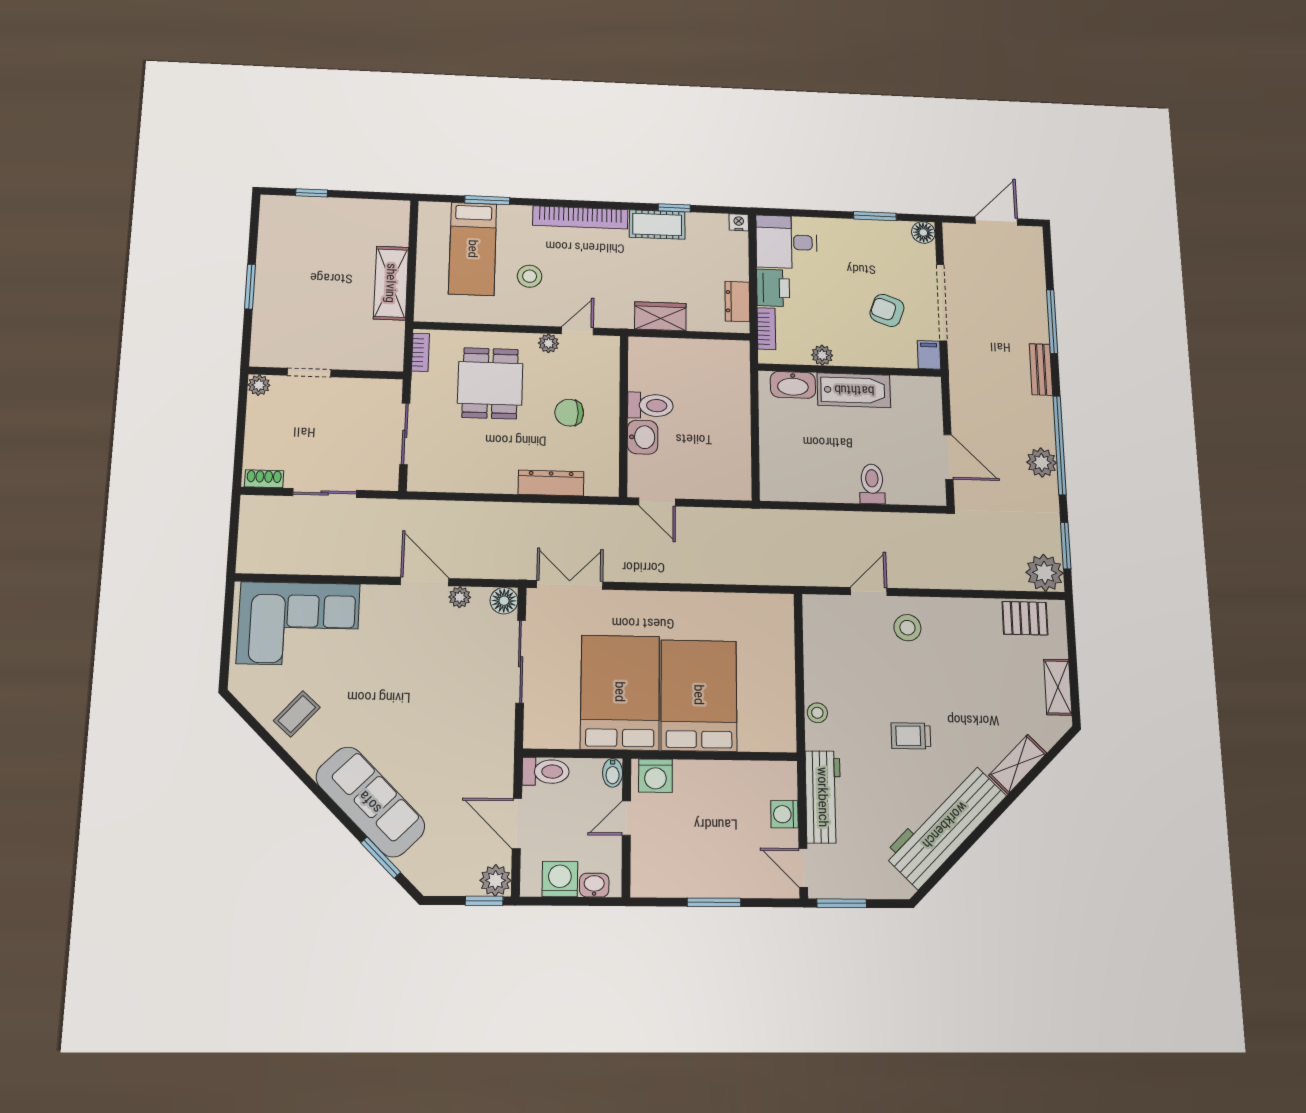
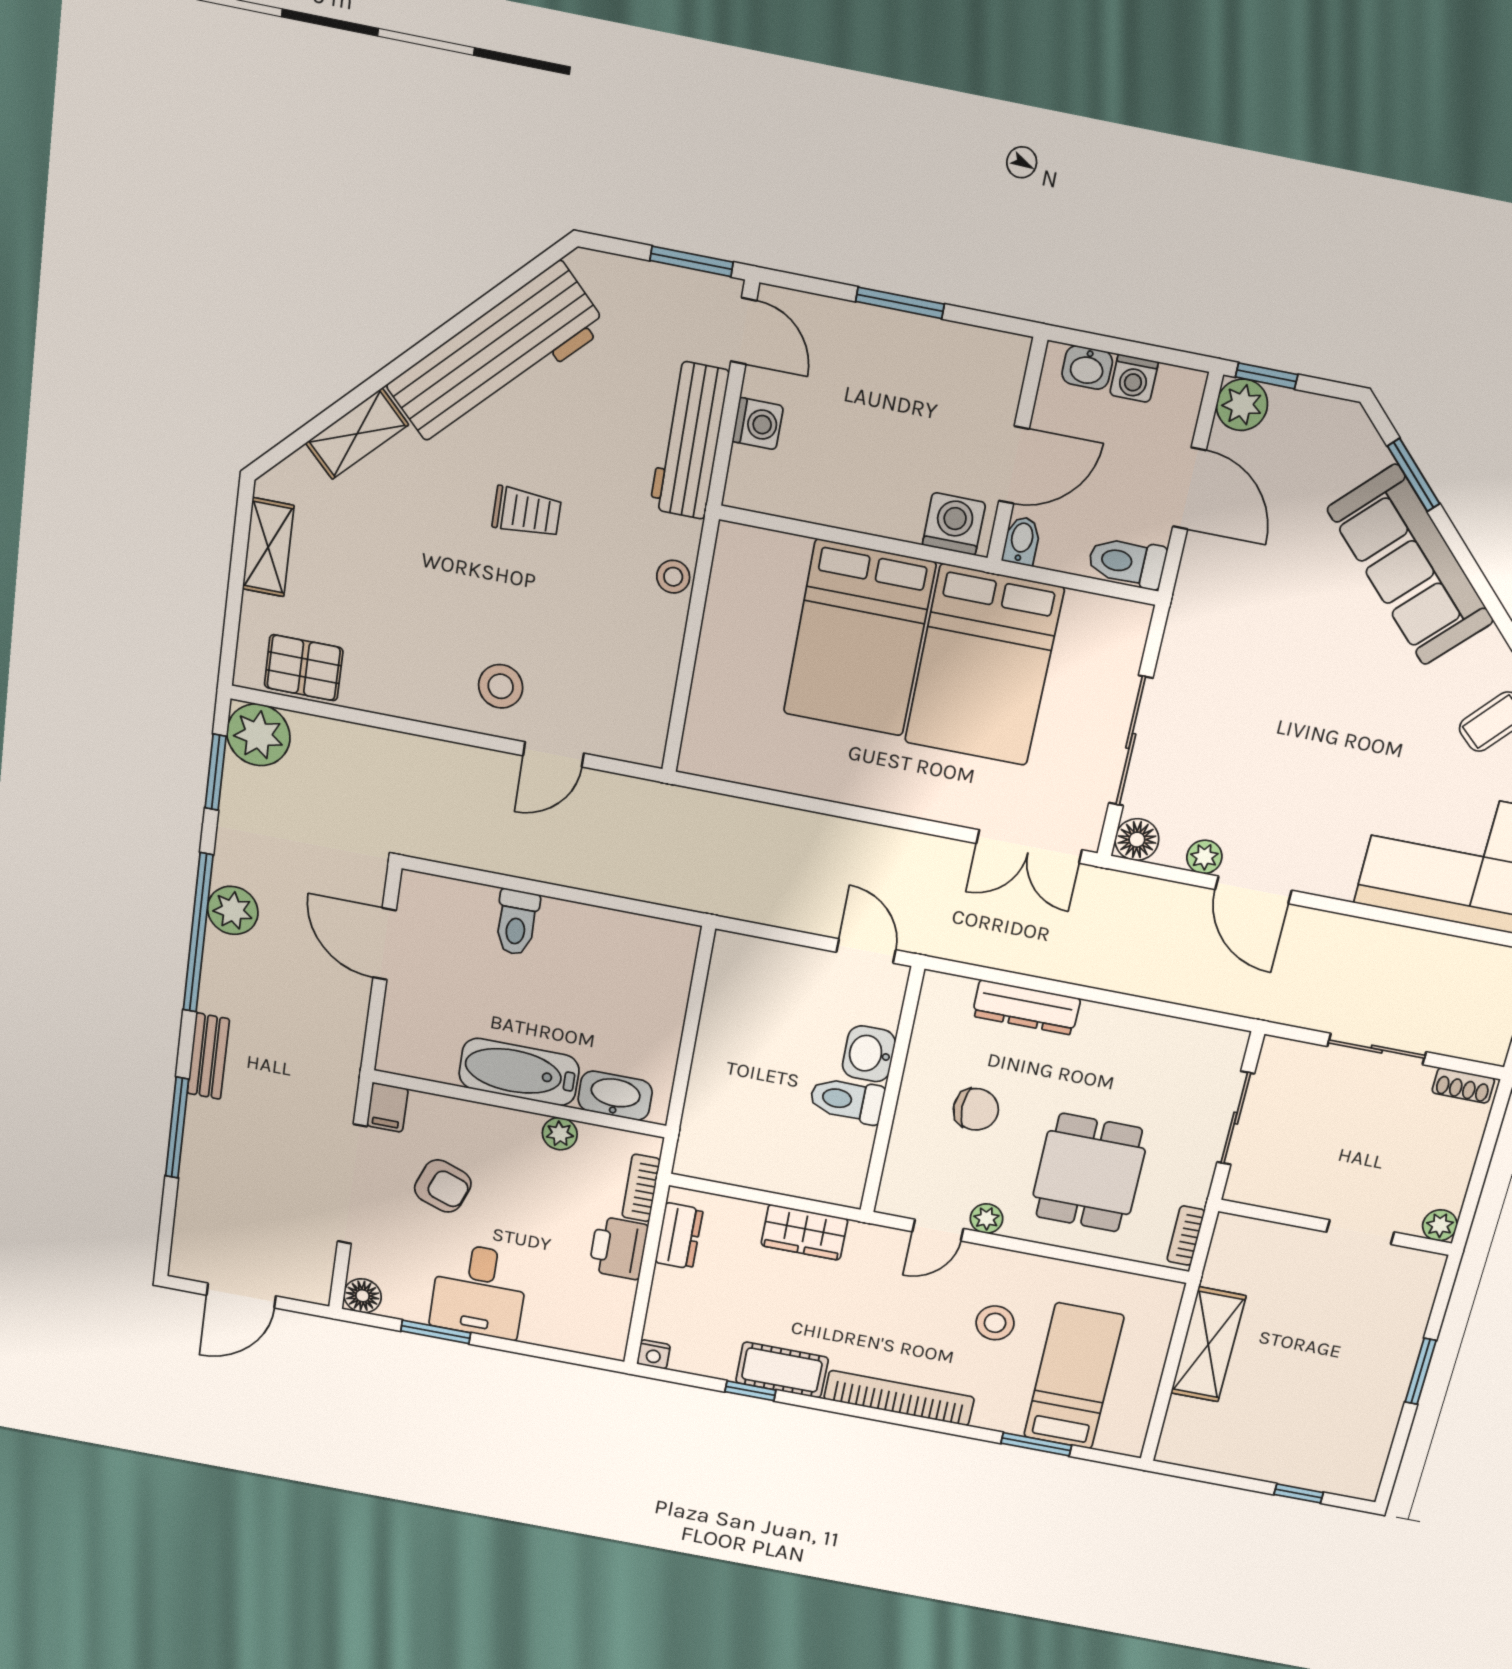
desk: (787, 242) -> (479, 1291), moved, turned 90
door: (626, 818) -> (1014, 465), width x1.38
washing machine: (560, 879) -> (1134, 378), width x0.73, depth x0.73

